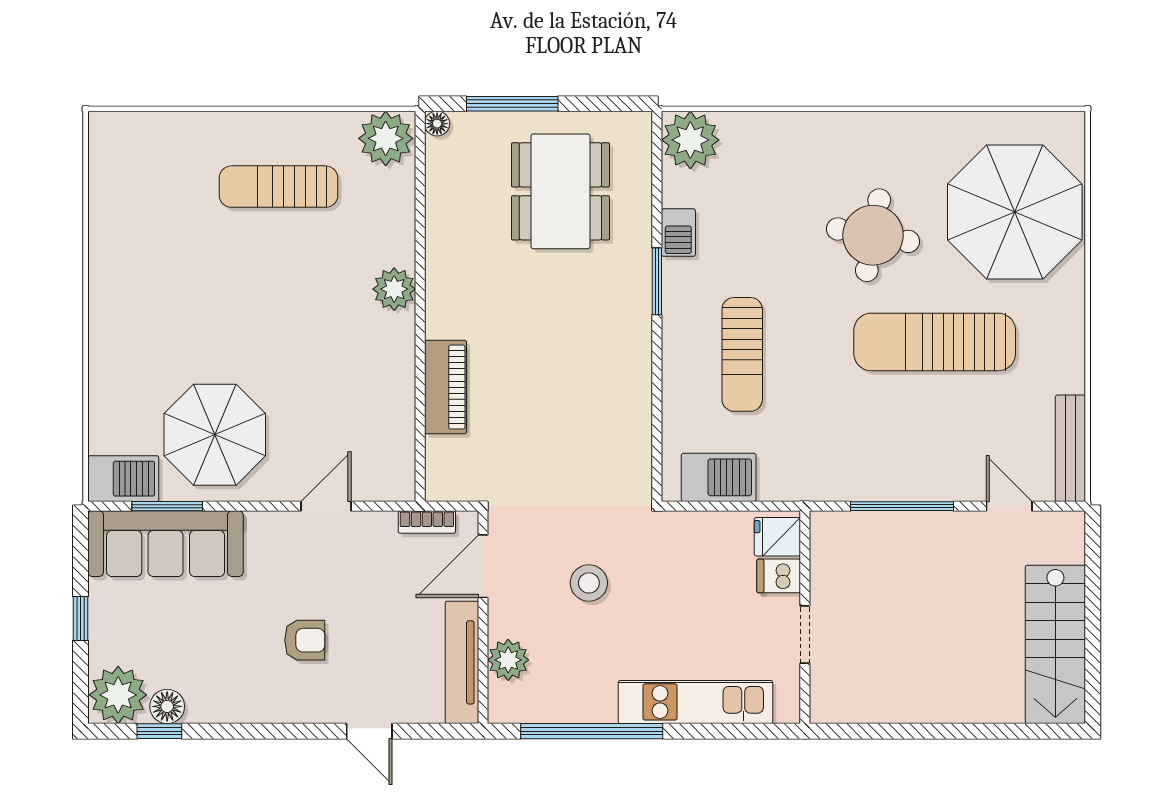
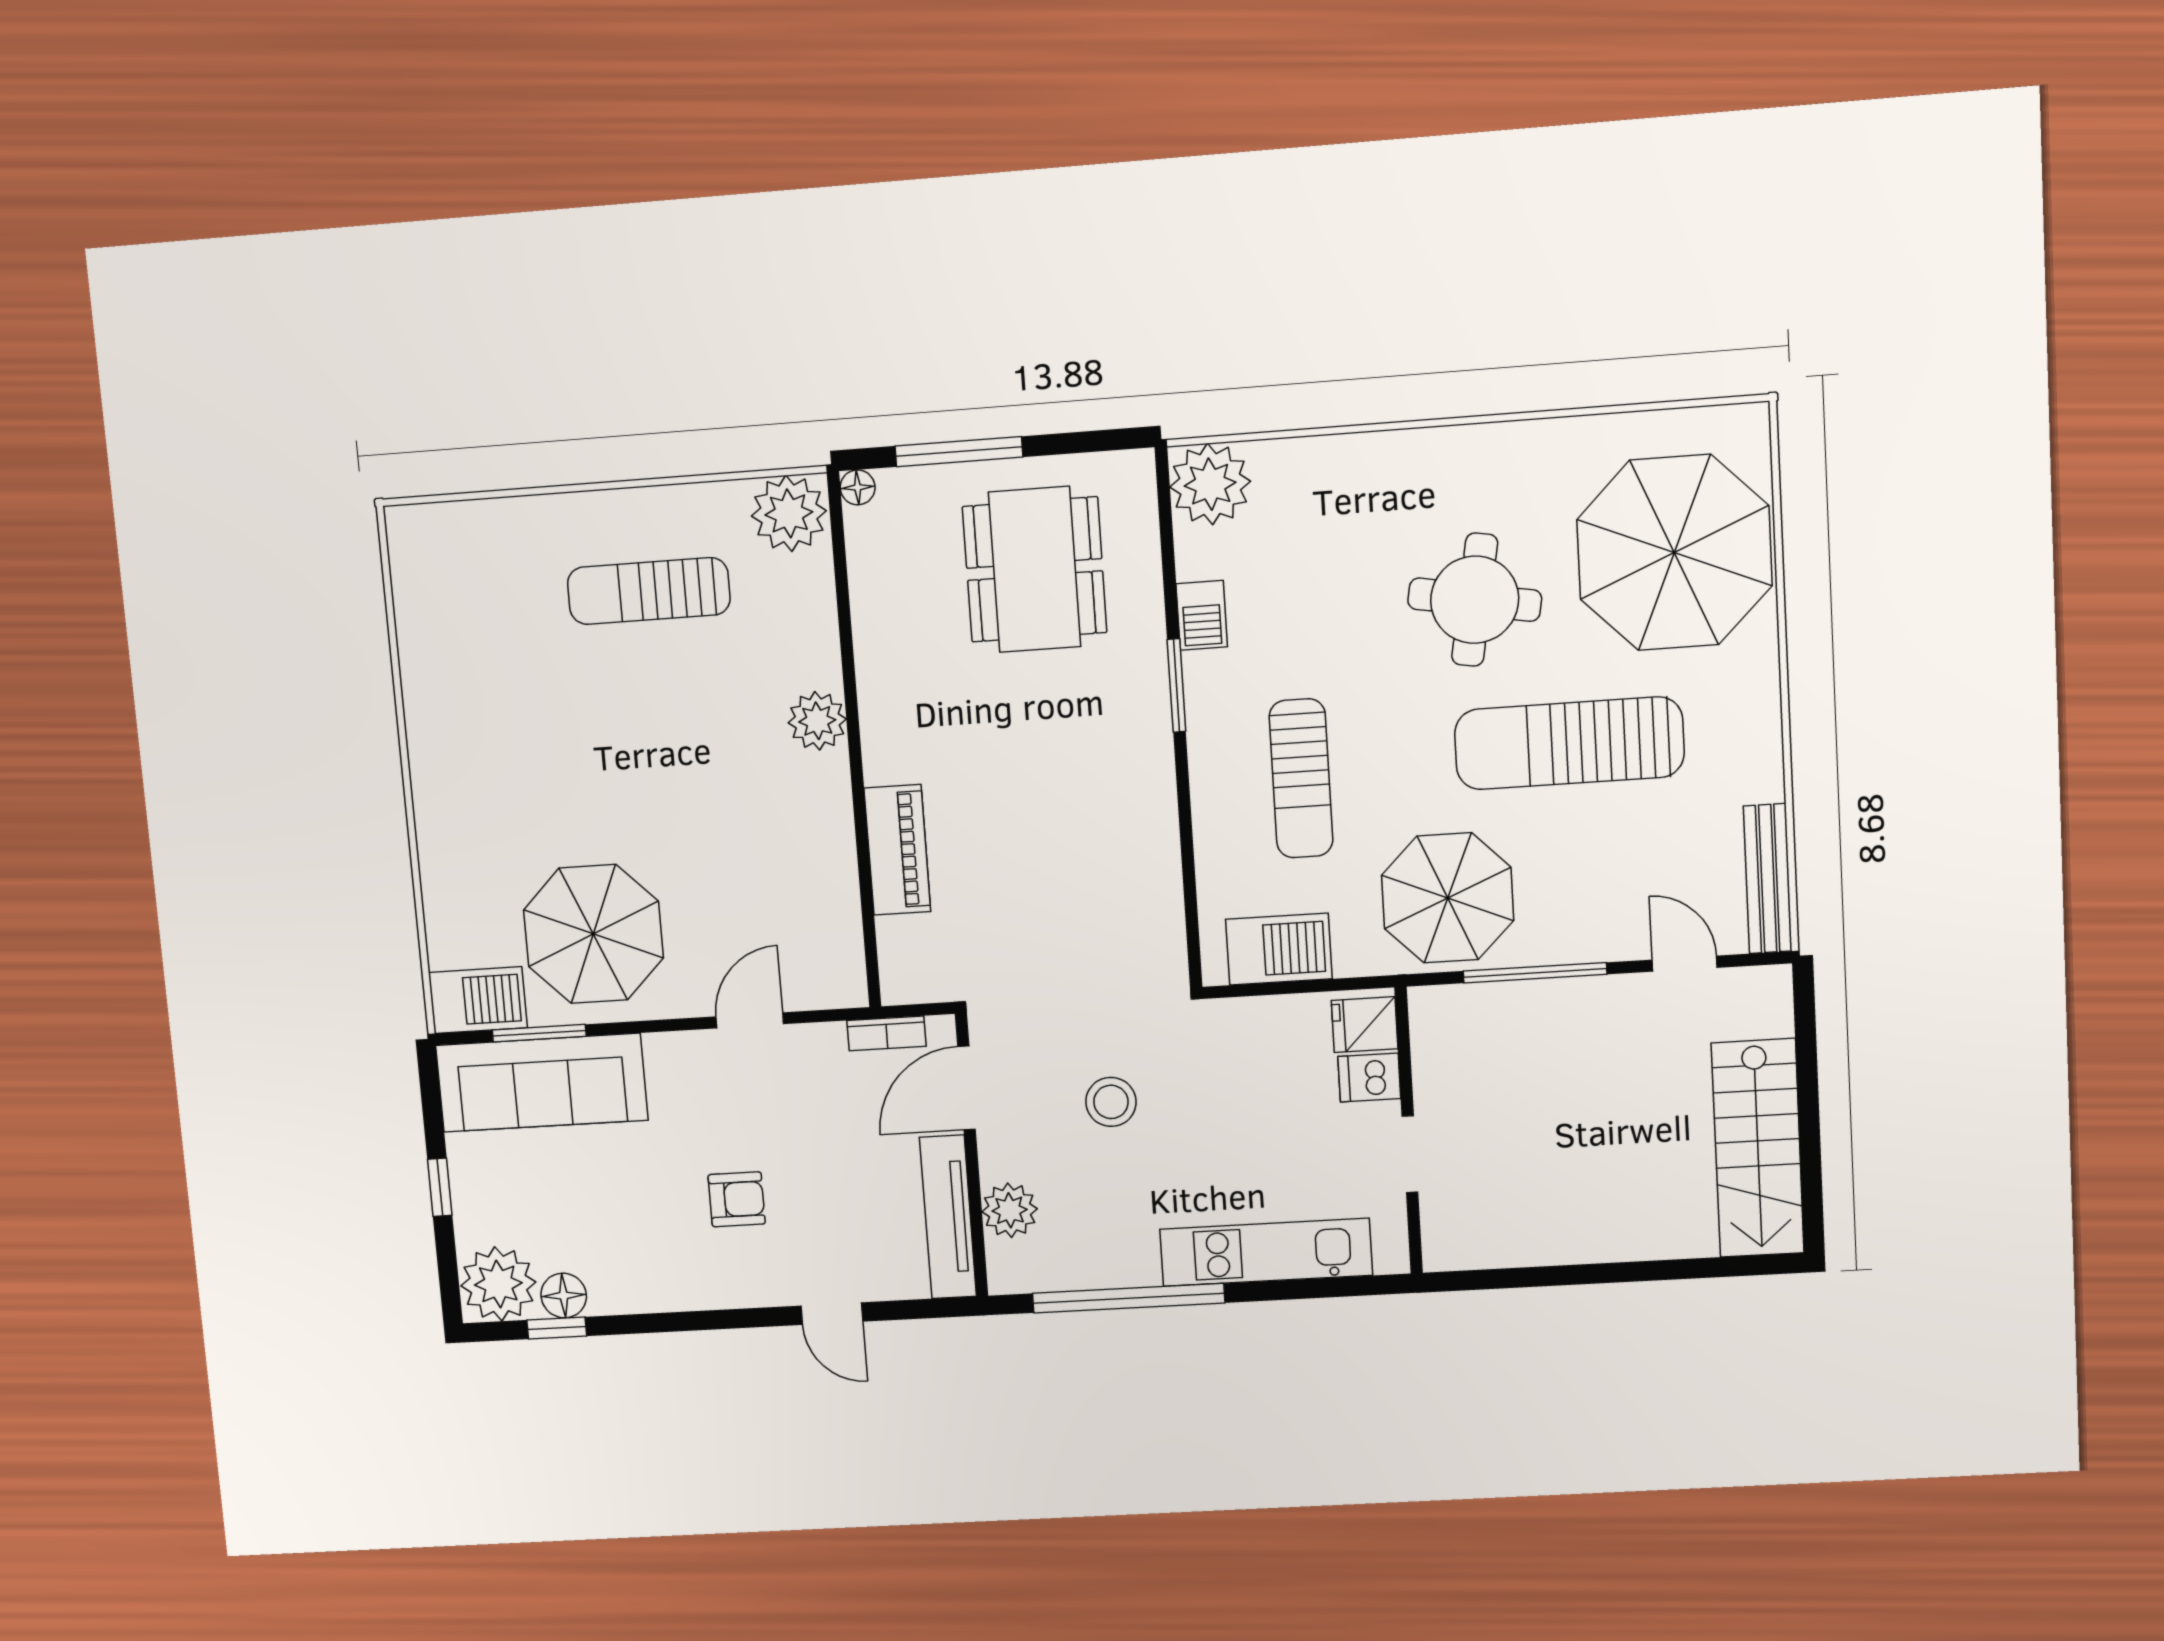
parasol: (842, 448) -> (1448, 898), added

